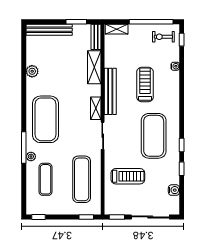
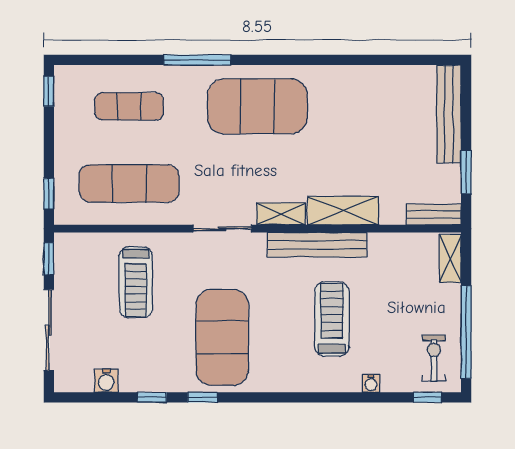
shelving: (94, 67) -> (343, 211), moved
plant: (32, 71) -> (360, 78), removed
treadmill: (145, 84) -> (332, 319), turned -90
exercise mat: (154, 136) -> (222, 337), turned 90
plant: (31, 156) -> (178, 75), removed

